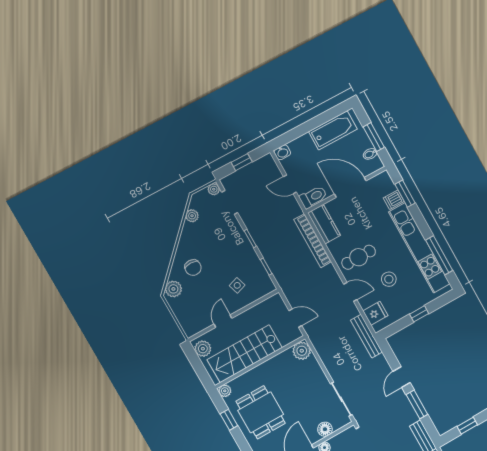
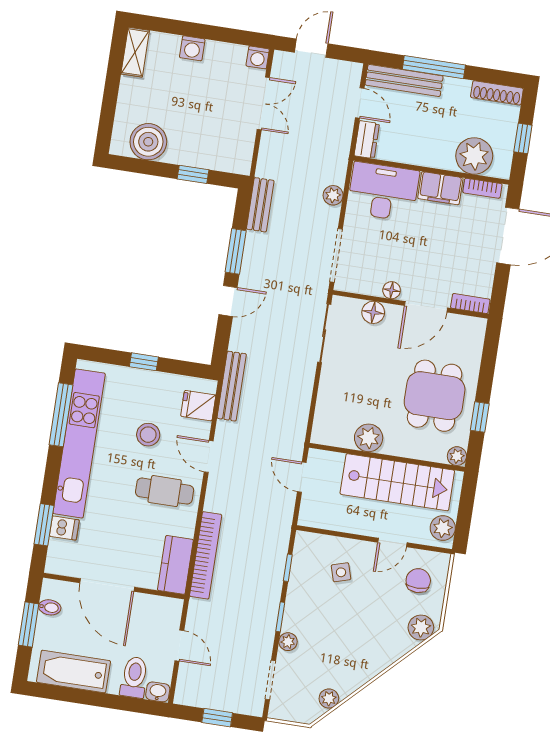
plant: (214, 189) -> (288, 642), moved
toilet: (313, 197) -> (134, 677), moved, turned 90
chair: (193, 268) -> (418, 581), moved
plant: (302, 351) -> (369, 438), moved

